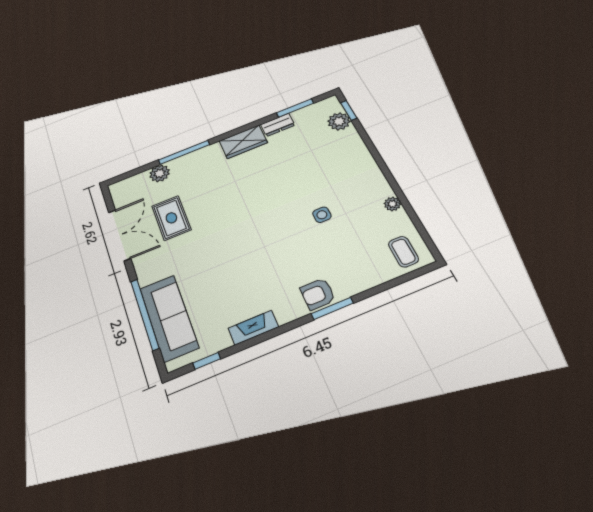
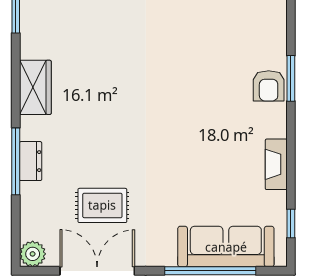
dresser: (278, 125) -> (31, 161), moved
plant: (160, 173) -> (33, 254), moved
side table: (322, 215) -> (178, 41), removed

